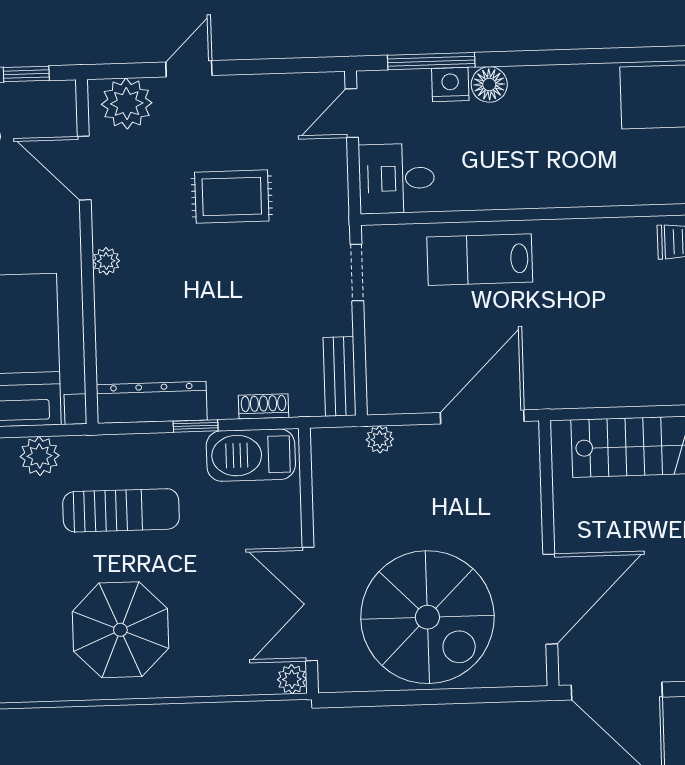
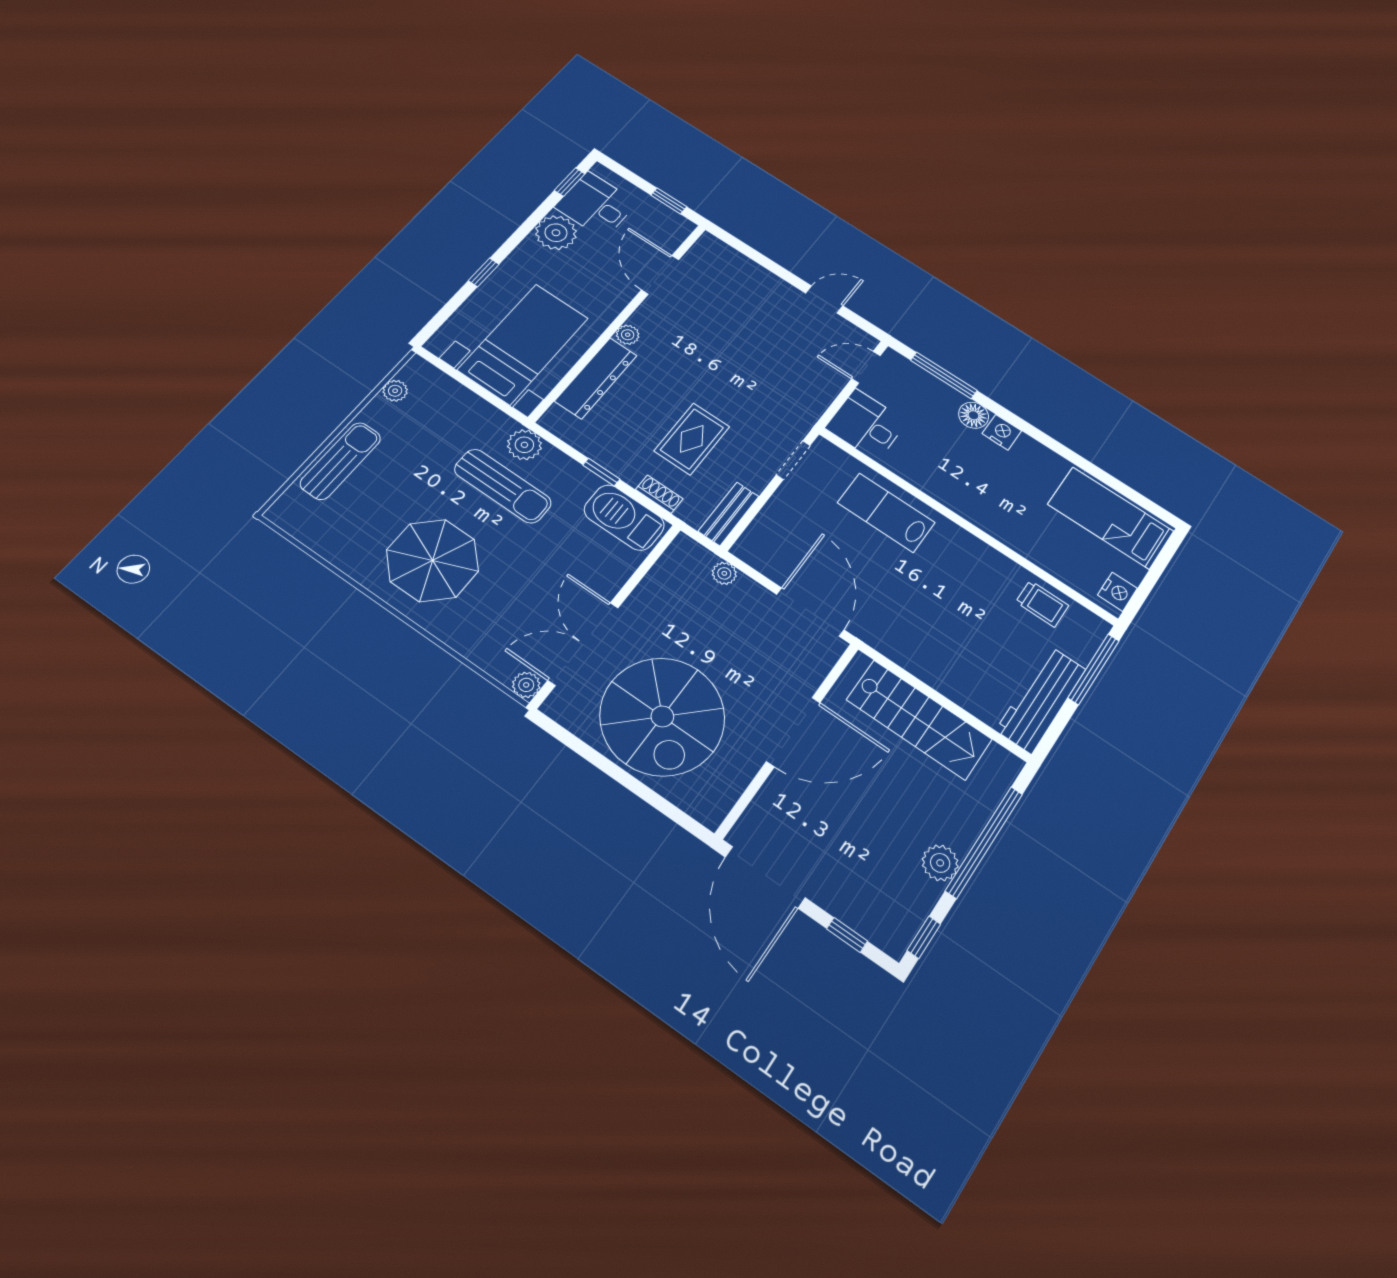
door: (189, 69) -> (824, 300), moved
nightstand: (450, 85) -> (1002, 432), moved
plant: (127, 103) -> (720, 260), removed
rug: (232, 197) -> (692, 439), moved, turned 90
dresser: (152, 402) -> (596, 378), moved, turned 90
door: (482, 417) -> (810, 612), hinge flipped
plant: (40, 456) -> (524, 445), moved
door: (550, 599) -> (793, 732), moved

